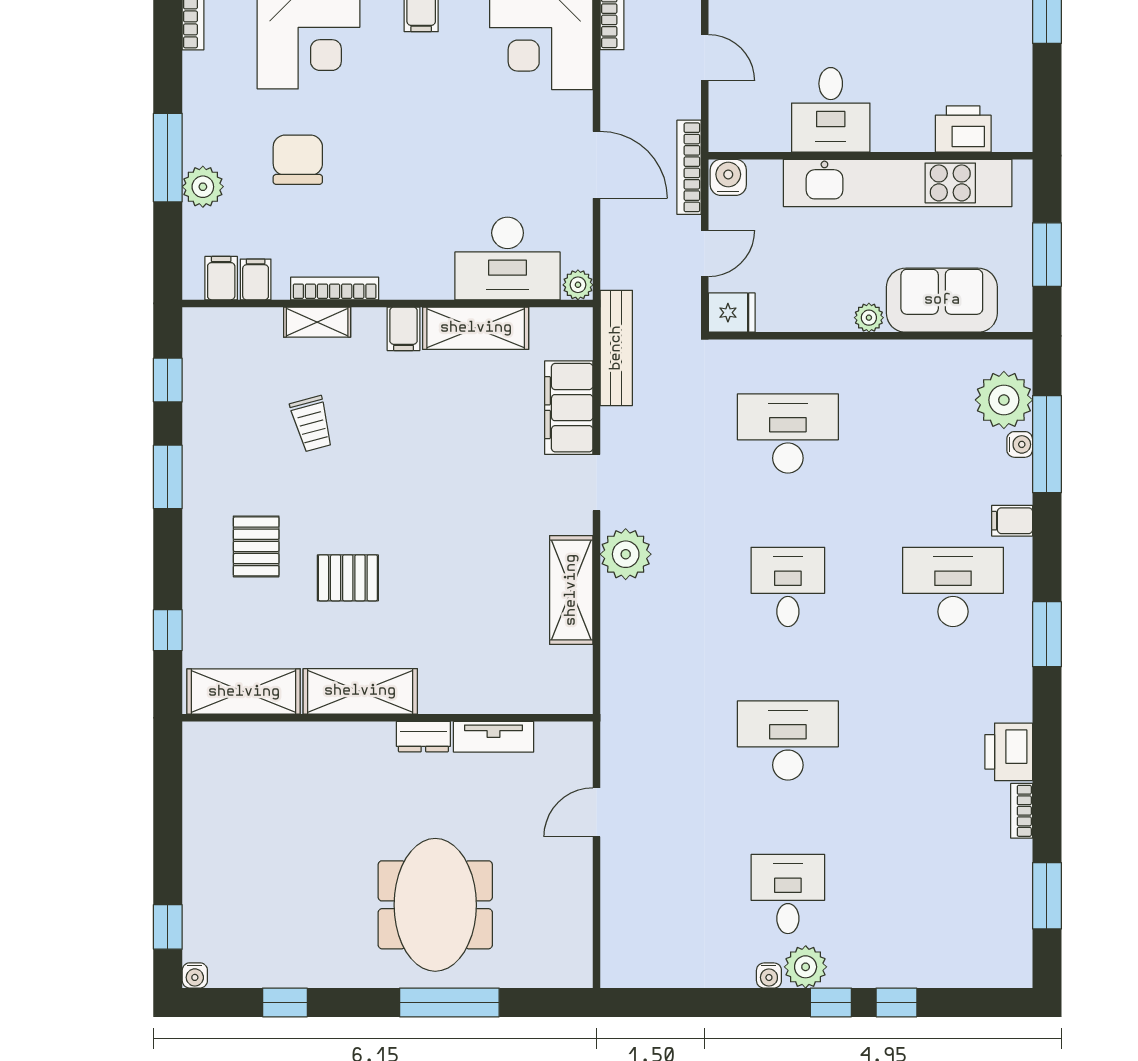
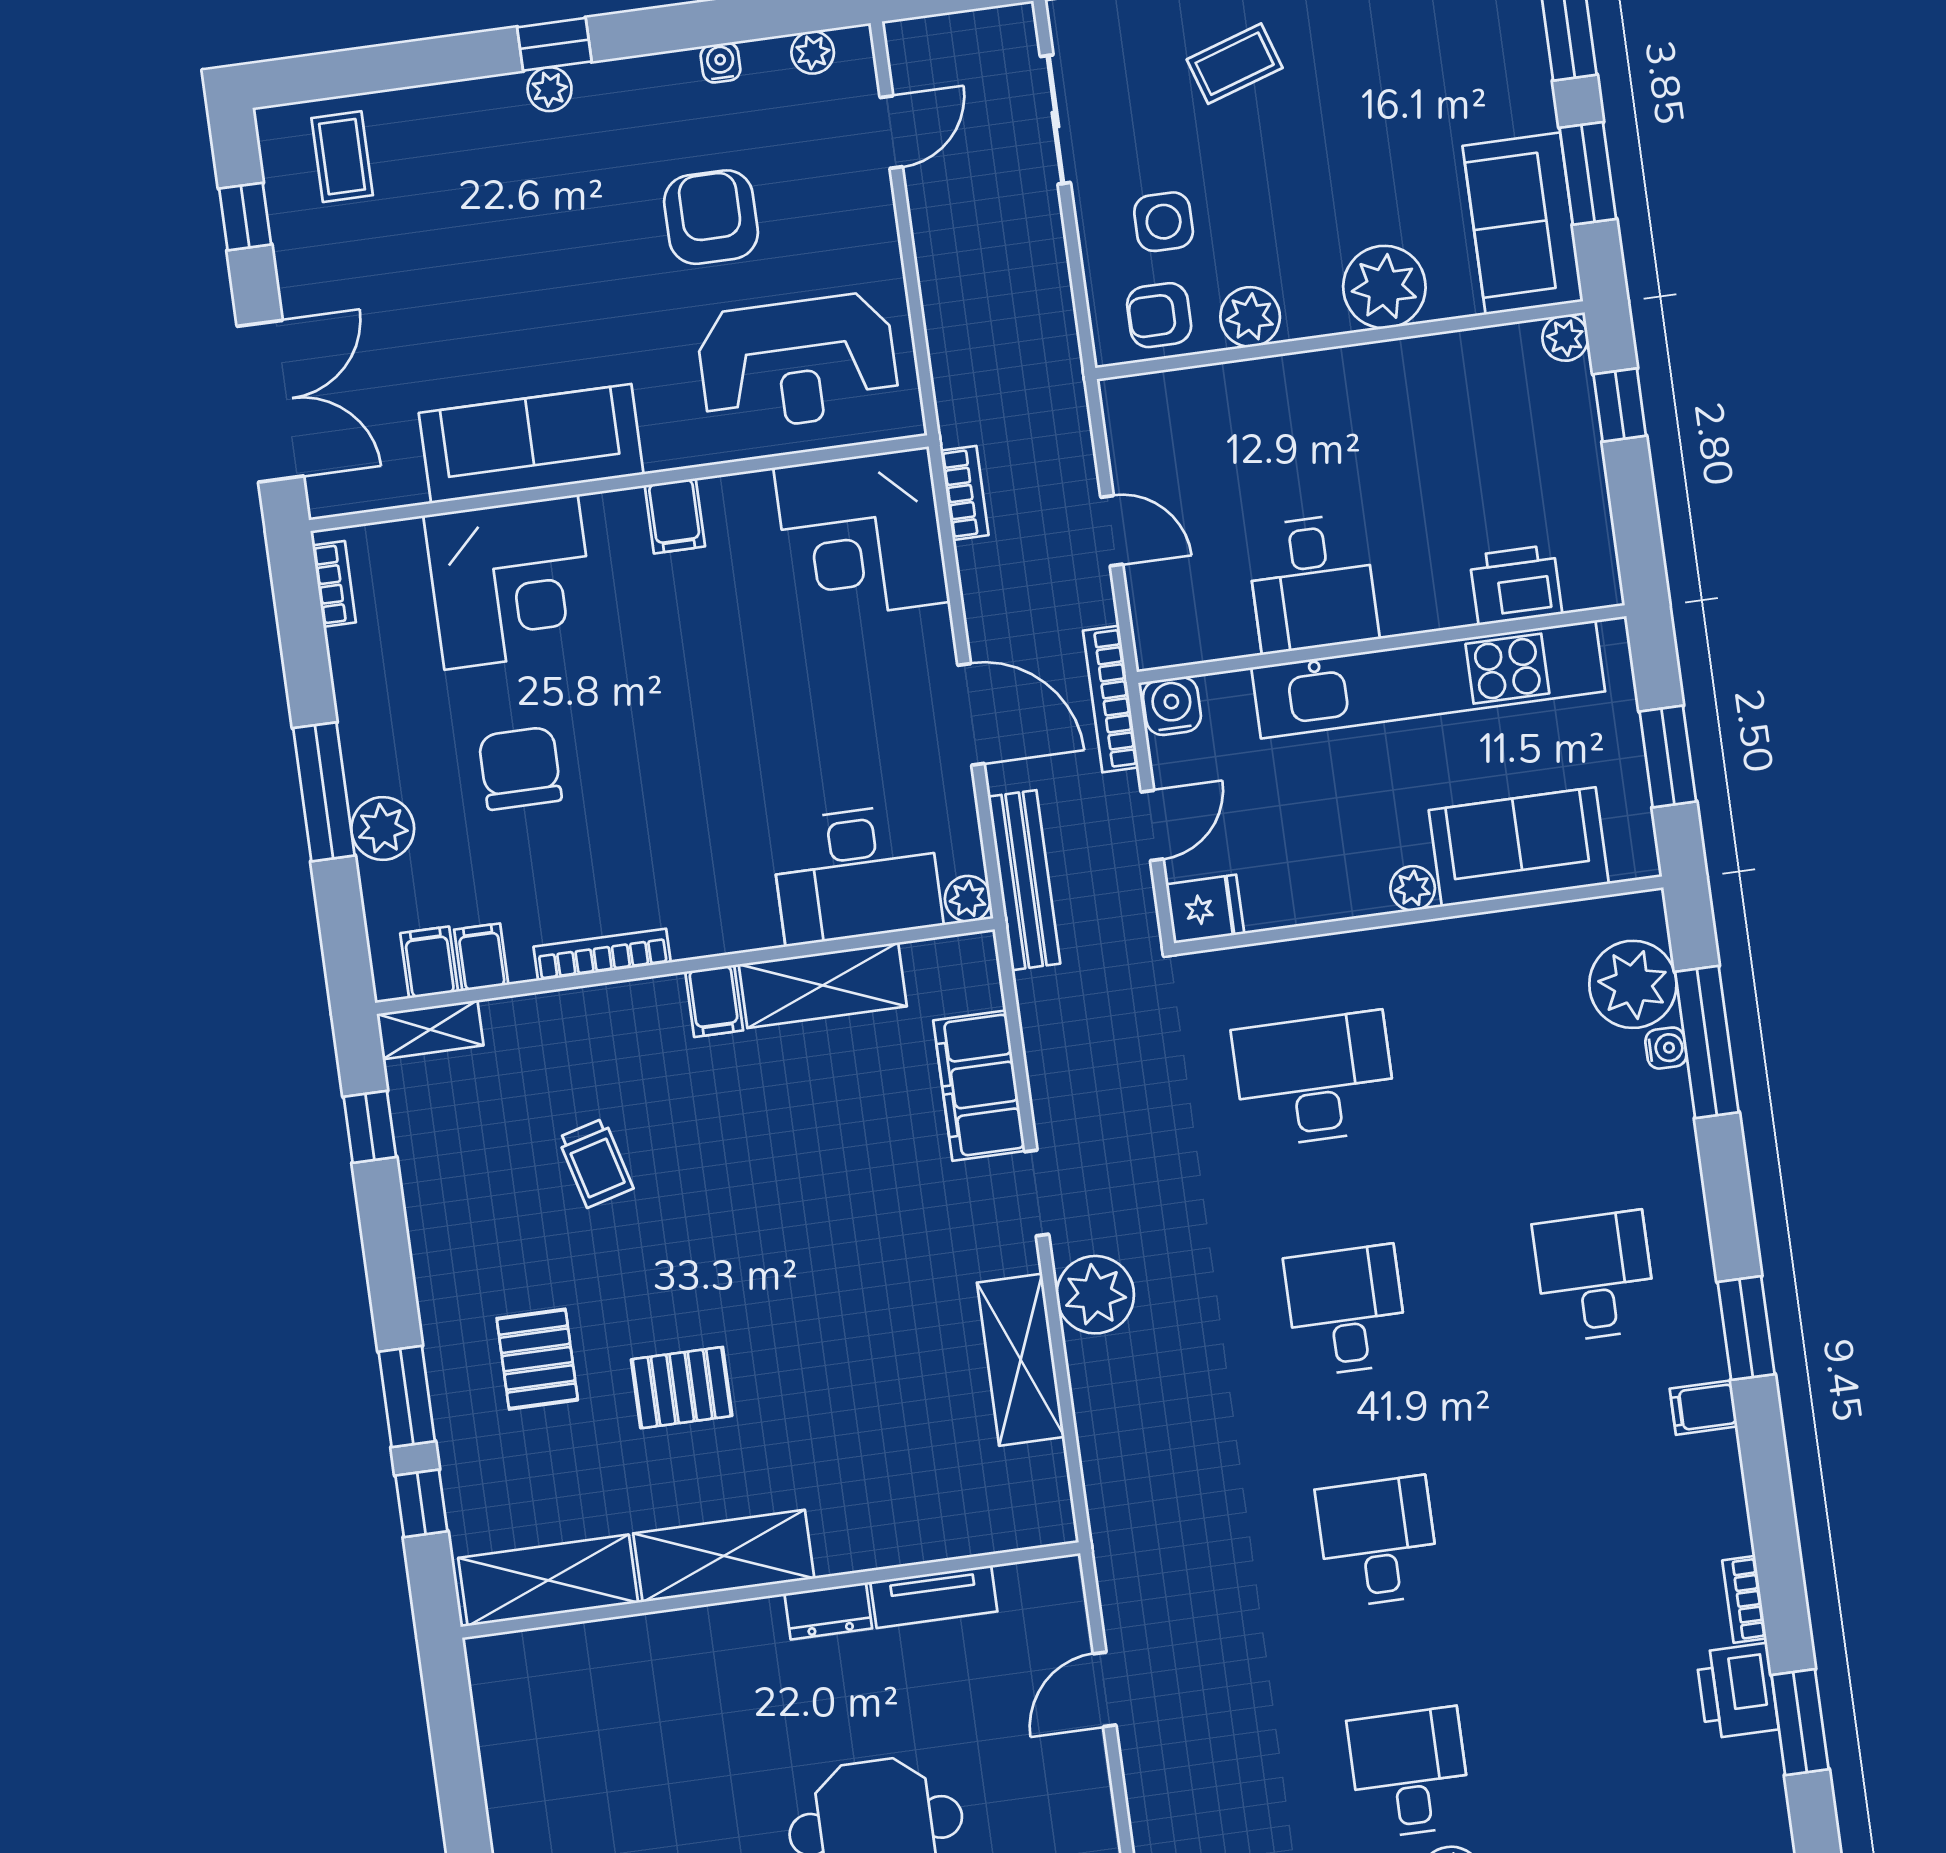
shelving: (317, 322) -> (430, 1030), moved
bench: (616, 348) -> (1024, 880), moved
window: (168, 477) -> (407, 1397), moved
filing cabinet: (1012, 521) -> (1704, 1408), moved
desk: (953, 587) -> (1595, 1276), width x0.73
desk: (788, 740) -> (1378, 1542), width x0.73
printer: (1009, 752) -> (1737, 1691), moved

